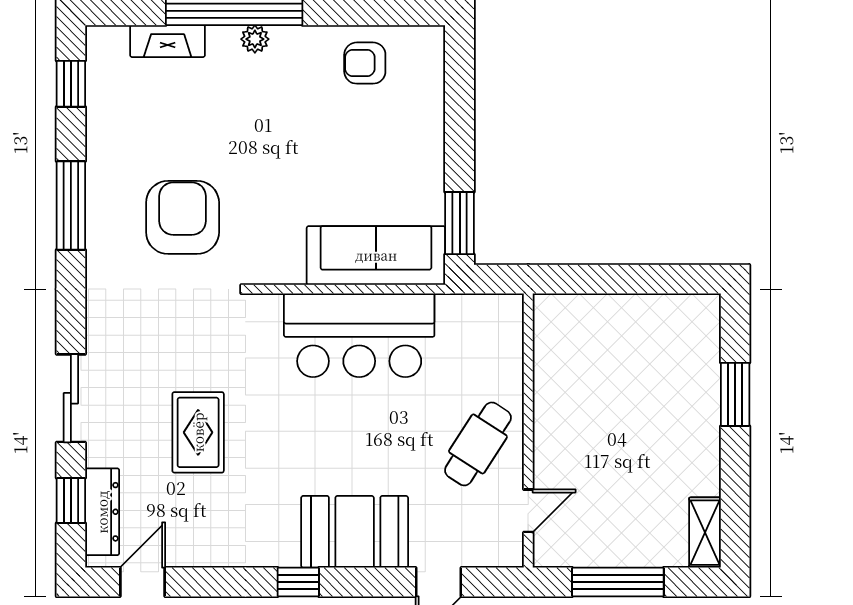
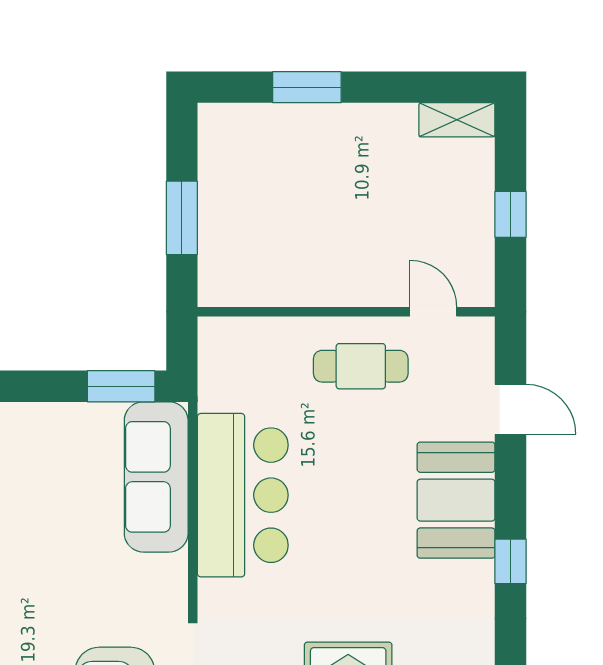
window: (615, 279) -> (182, 218), added
cafe table: (478, 444) -> (361, 366), turned -33
window: (618, 582) -> (511, 214), width x0.46

